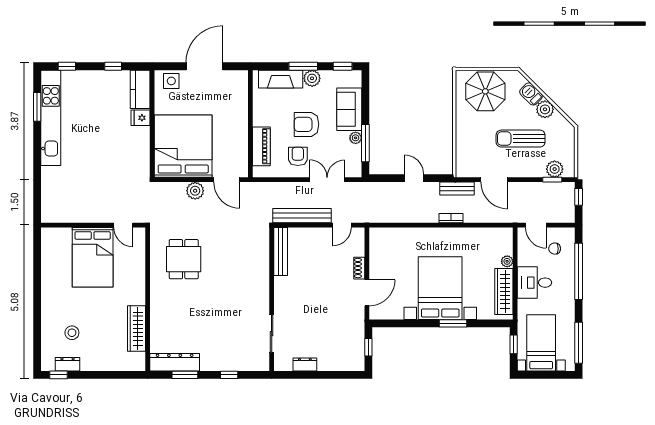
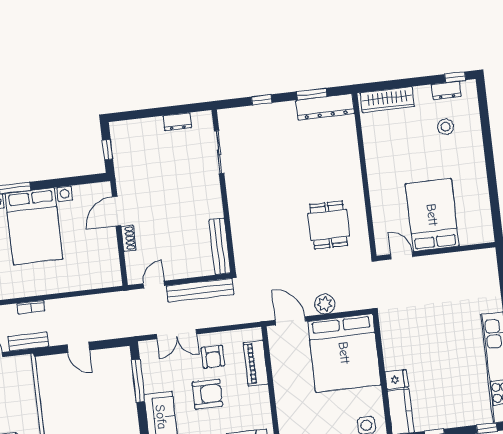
plant: (356, 138) -> (150, 385), removed
wardrobe: (136, 329) -> (387, 100), moved, turned 90

